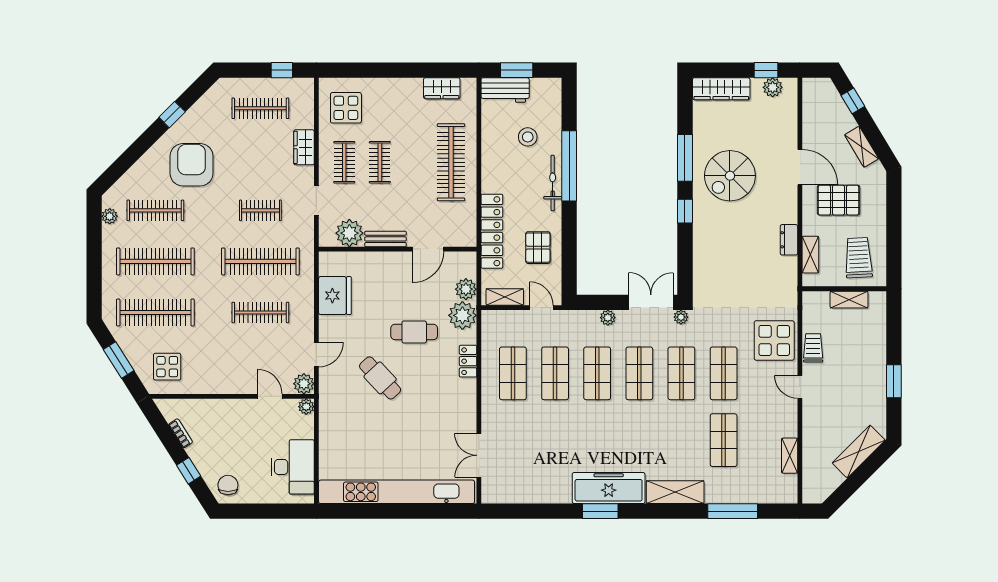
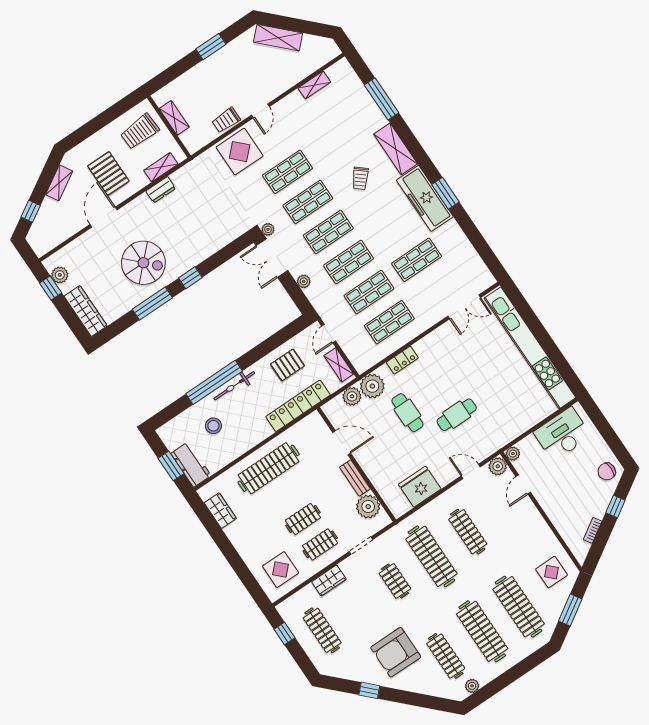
cafe table: (380, 378) -> (457, 415), turned 43
trolley: (670, 439) -> (360, 178), added
shop shelf: (724, 440) -> (417, 260), moved

